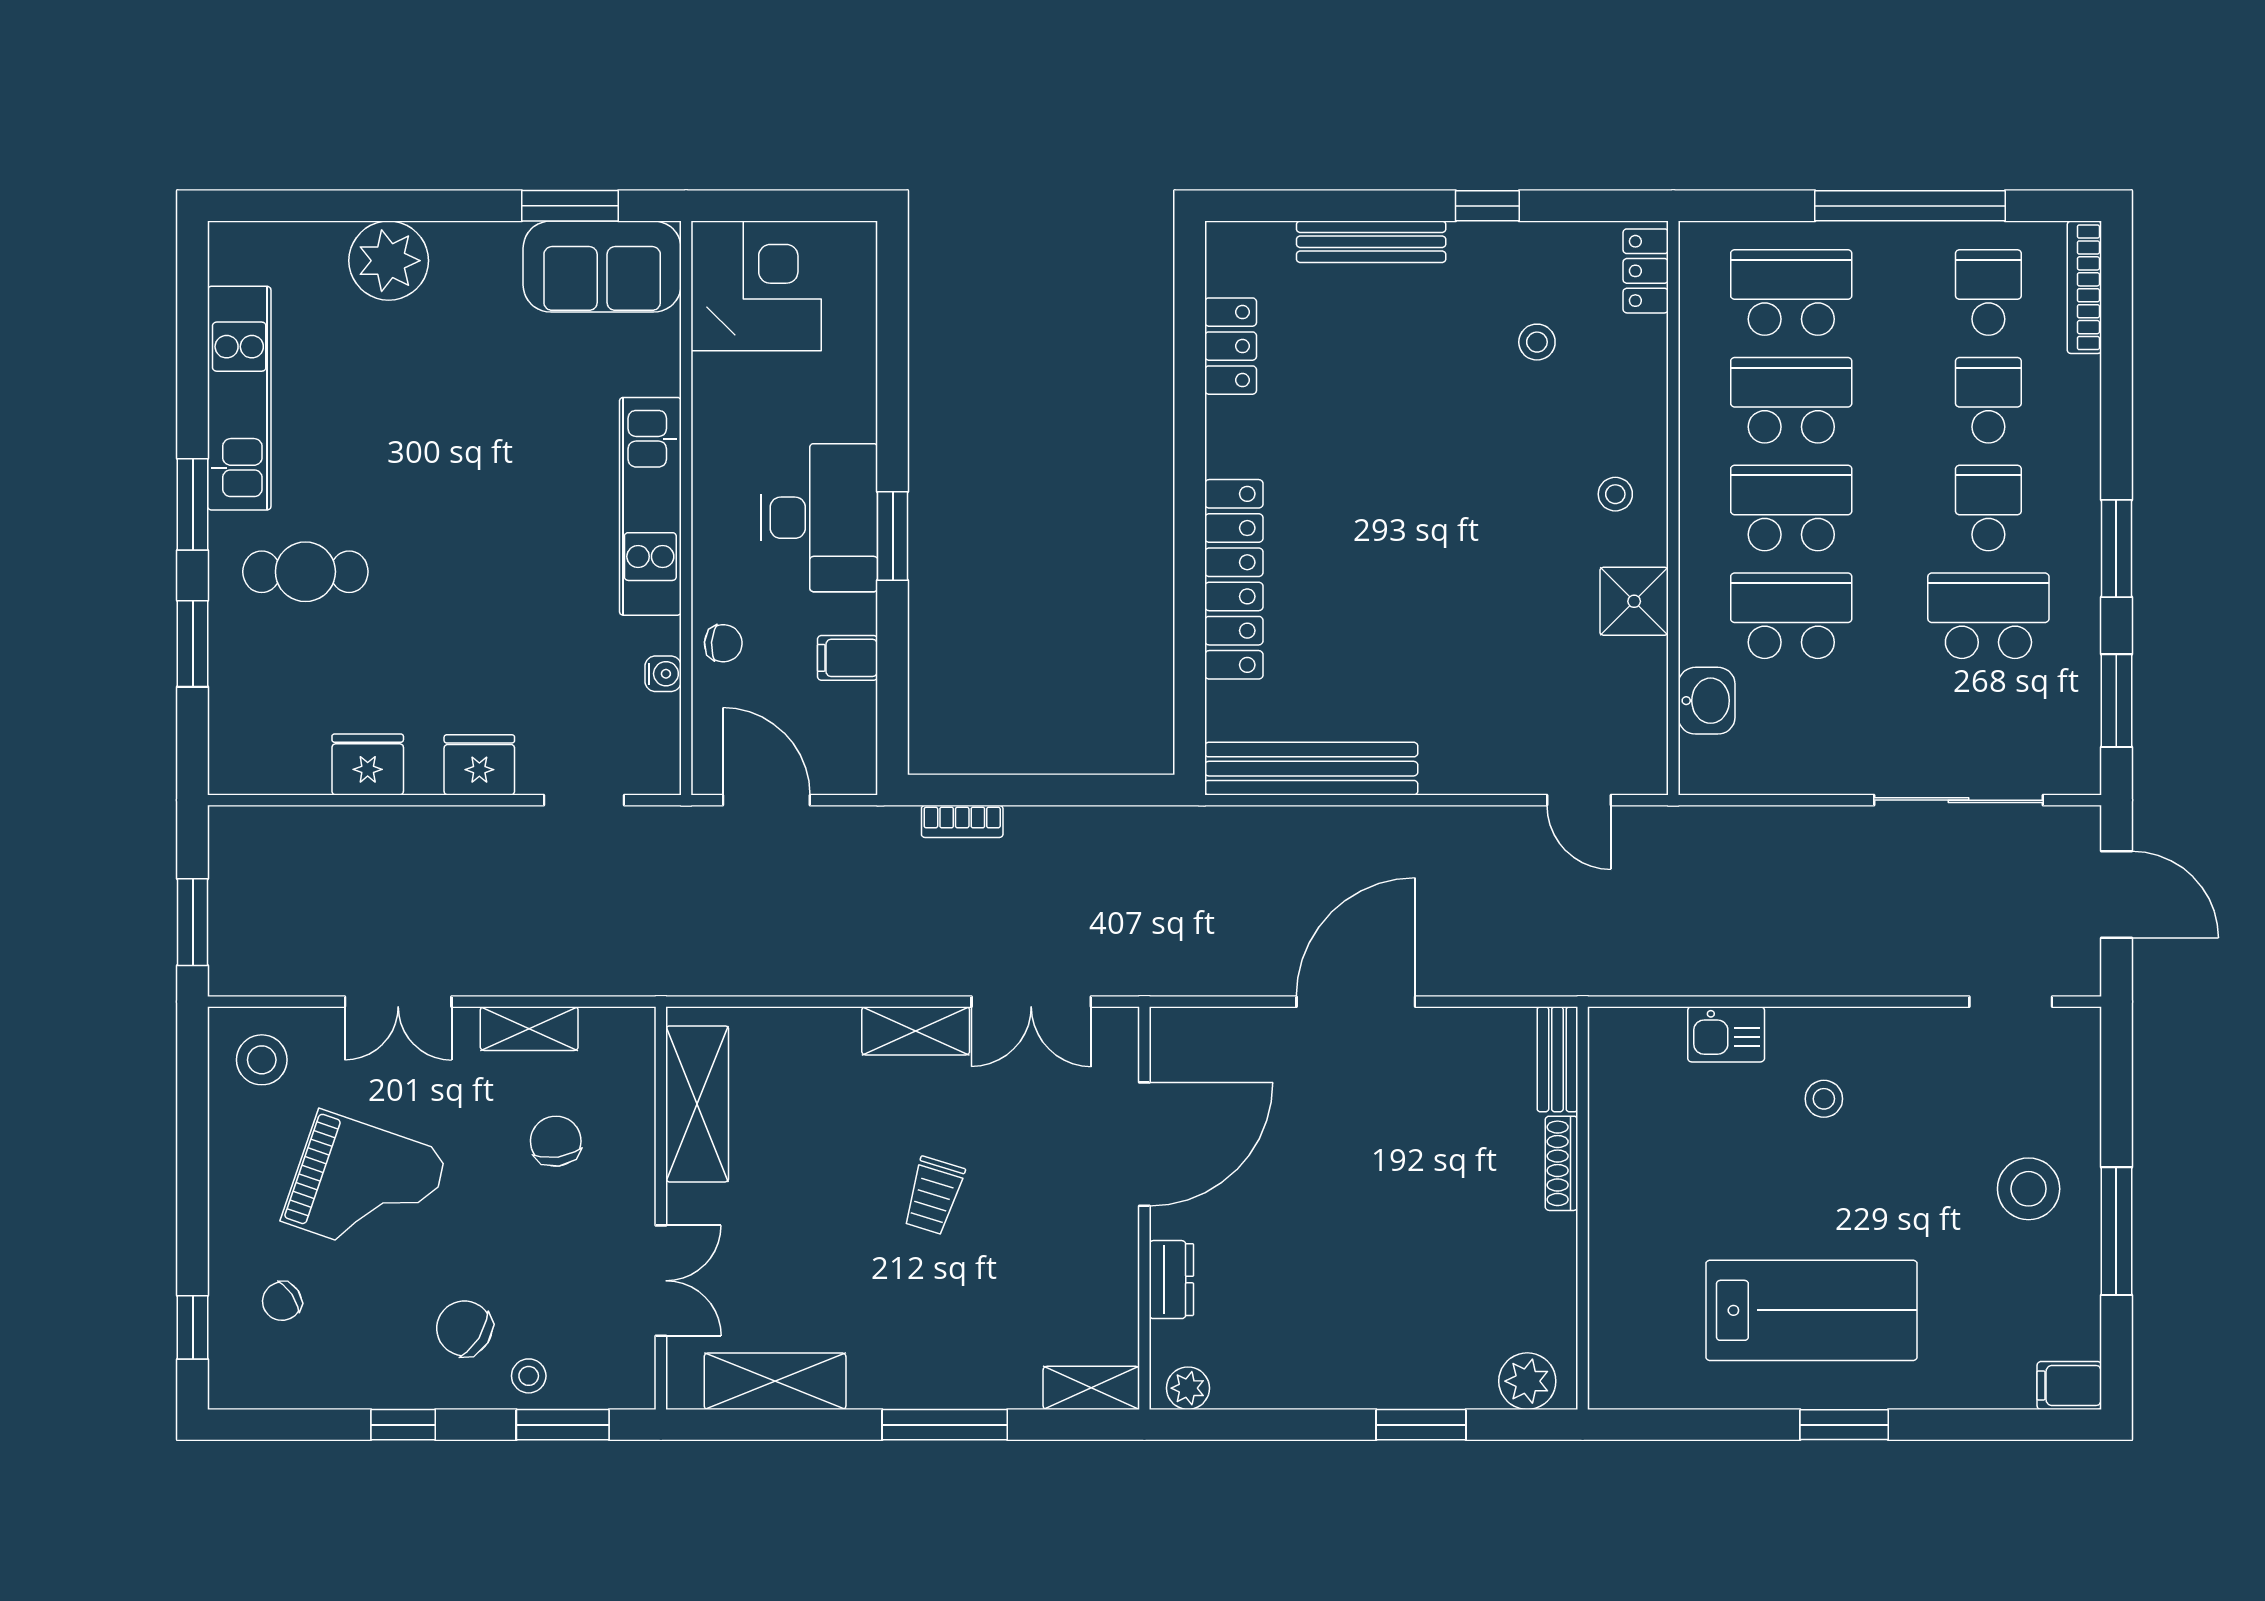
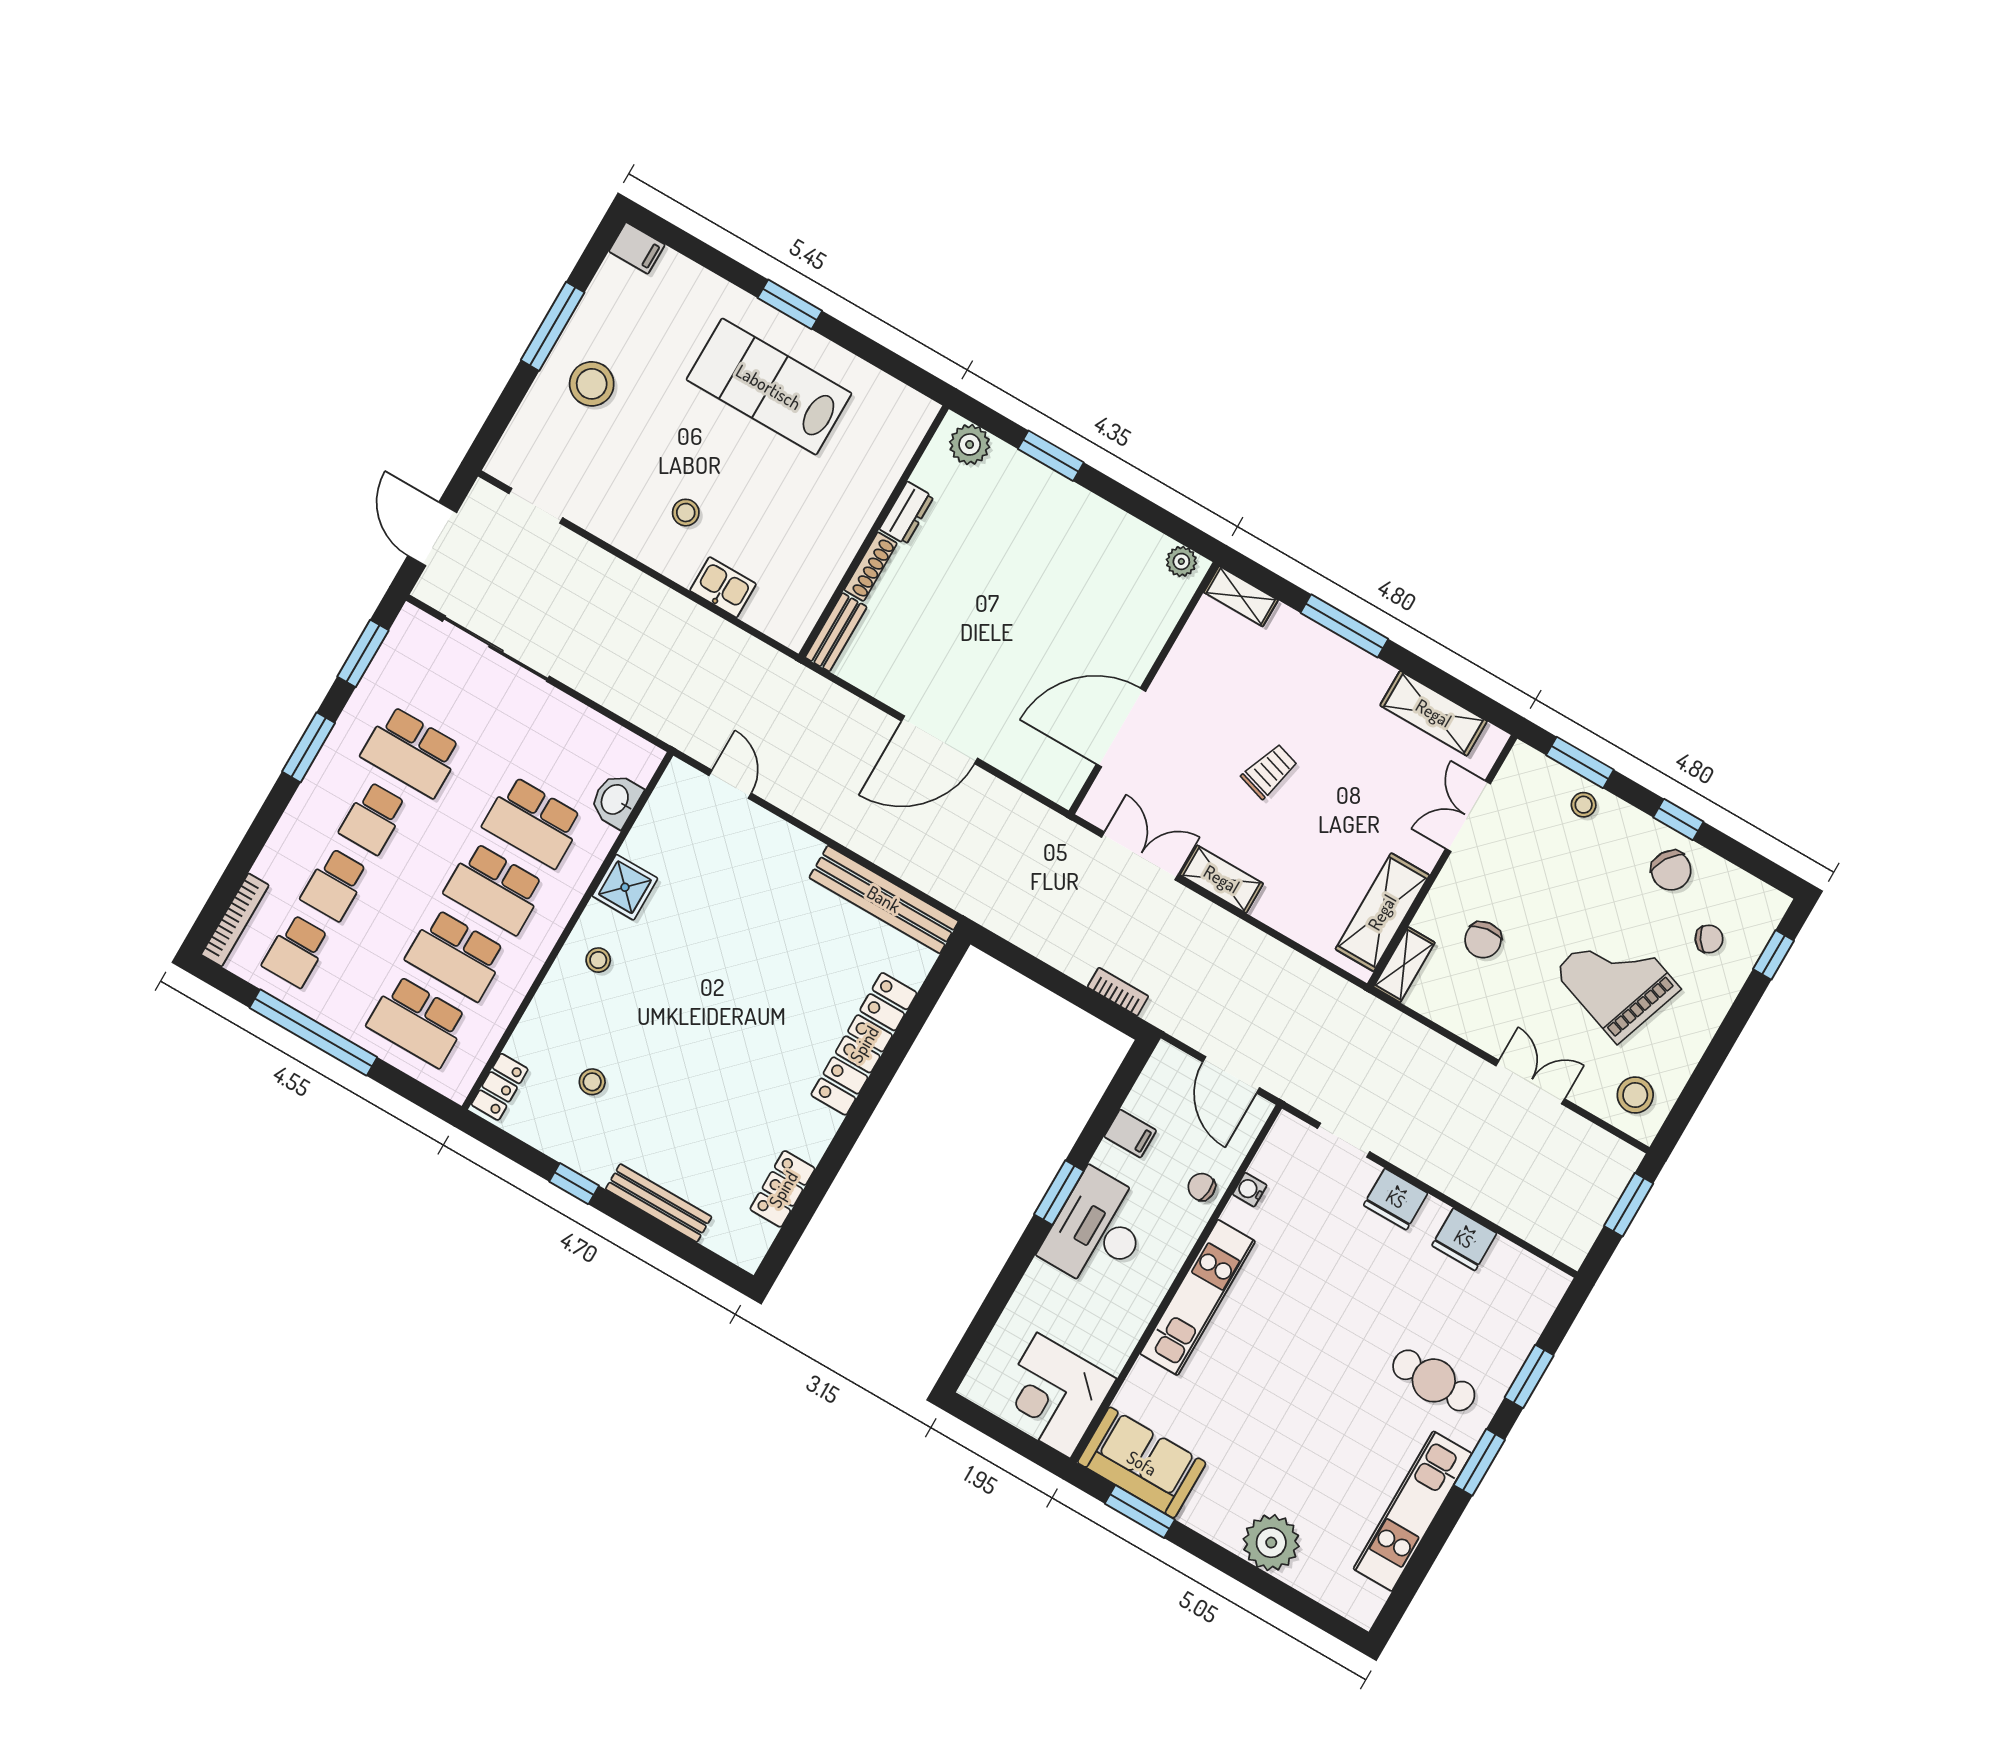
shelving: (529, 1029) -> (1404, 965), moved, turned 90
dresser: (1171, 1280) -> (907, 513), moved, turned 180
chair: (464, 1328) -> (1671, 870), moved

